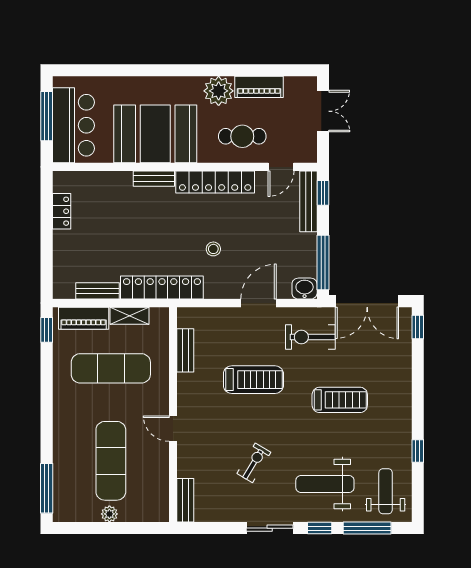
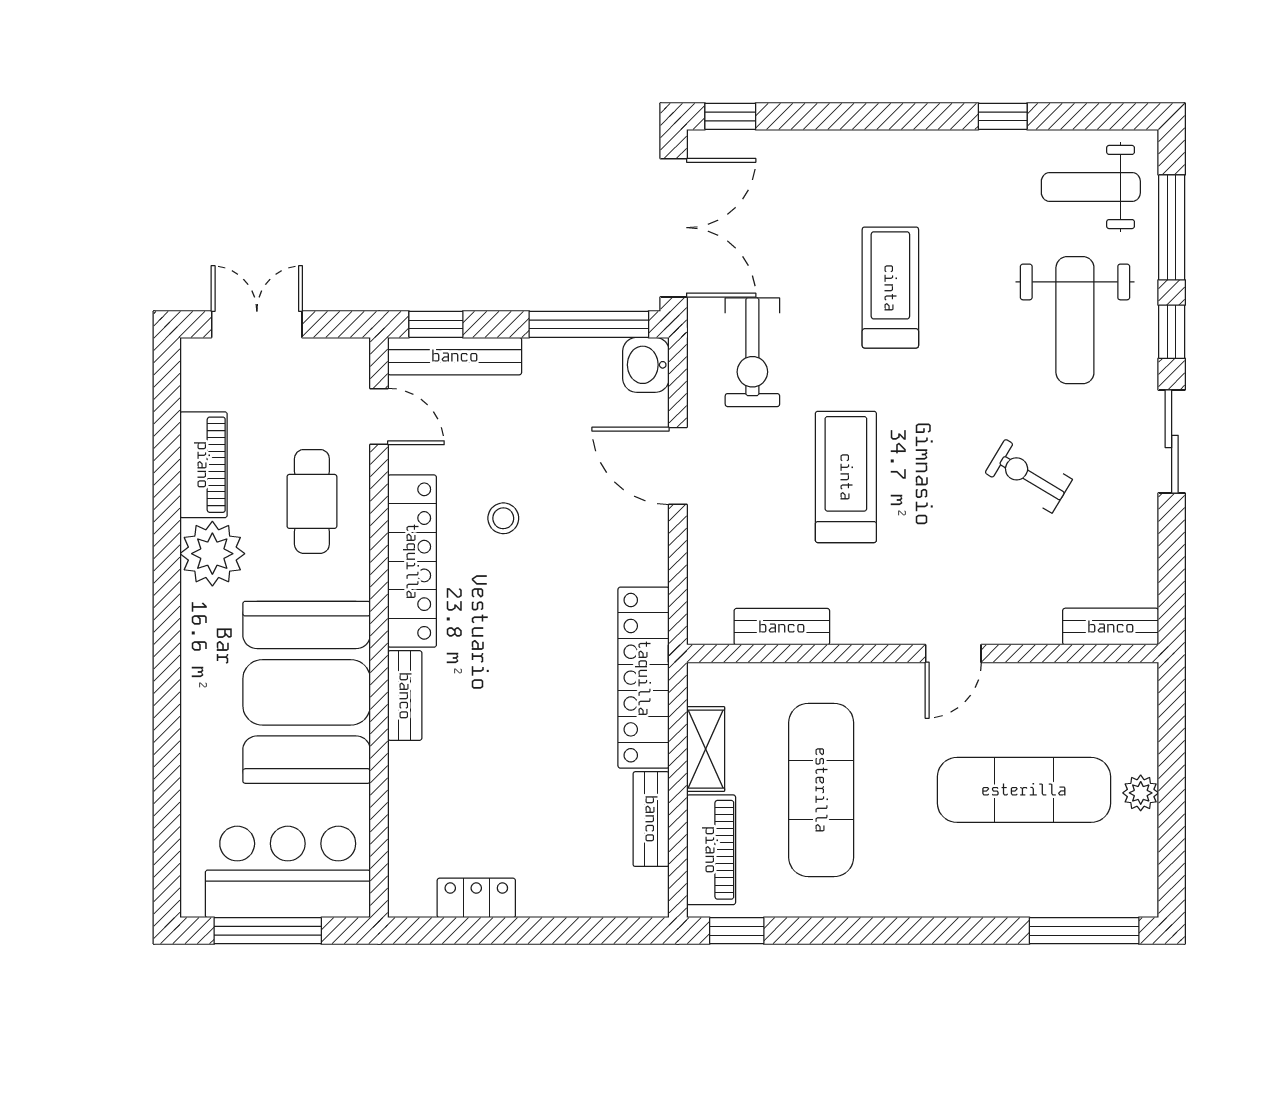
stool: (213, 249) -> (503, 518), moved

